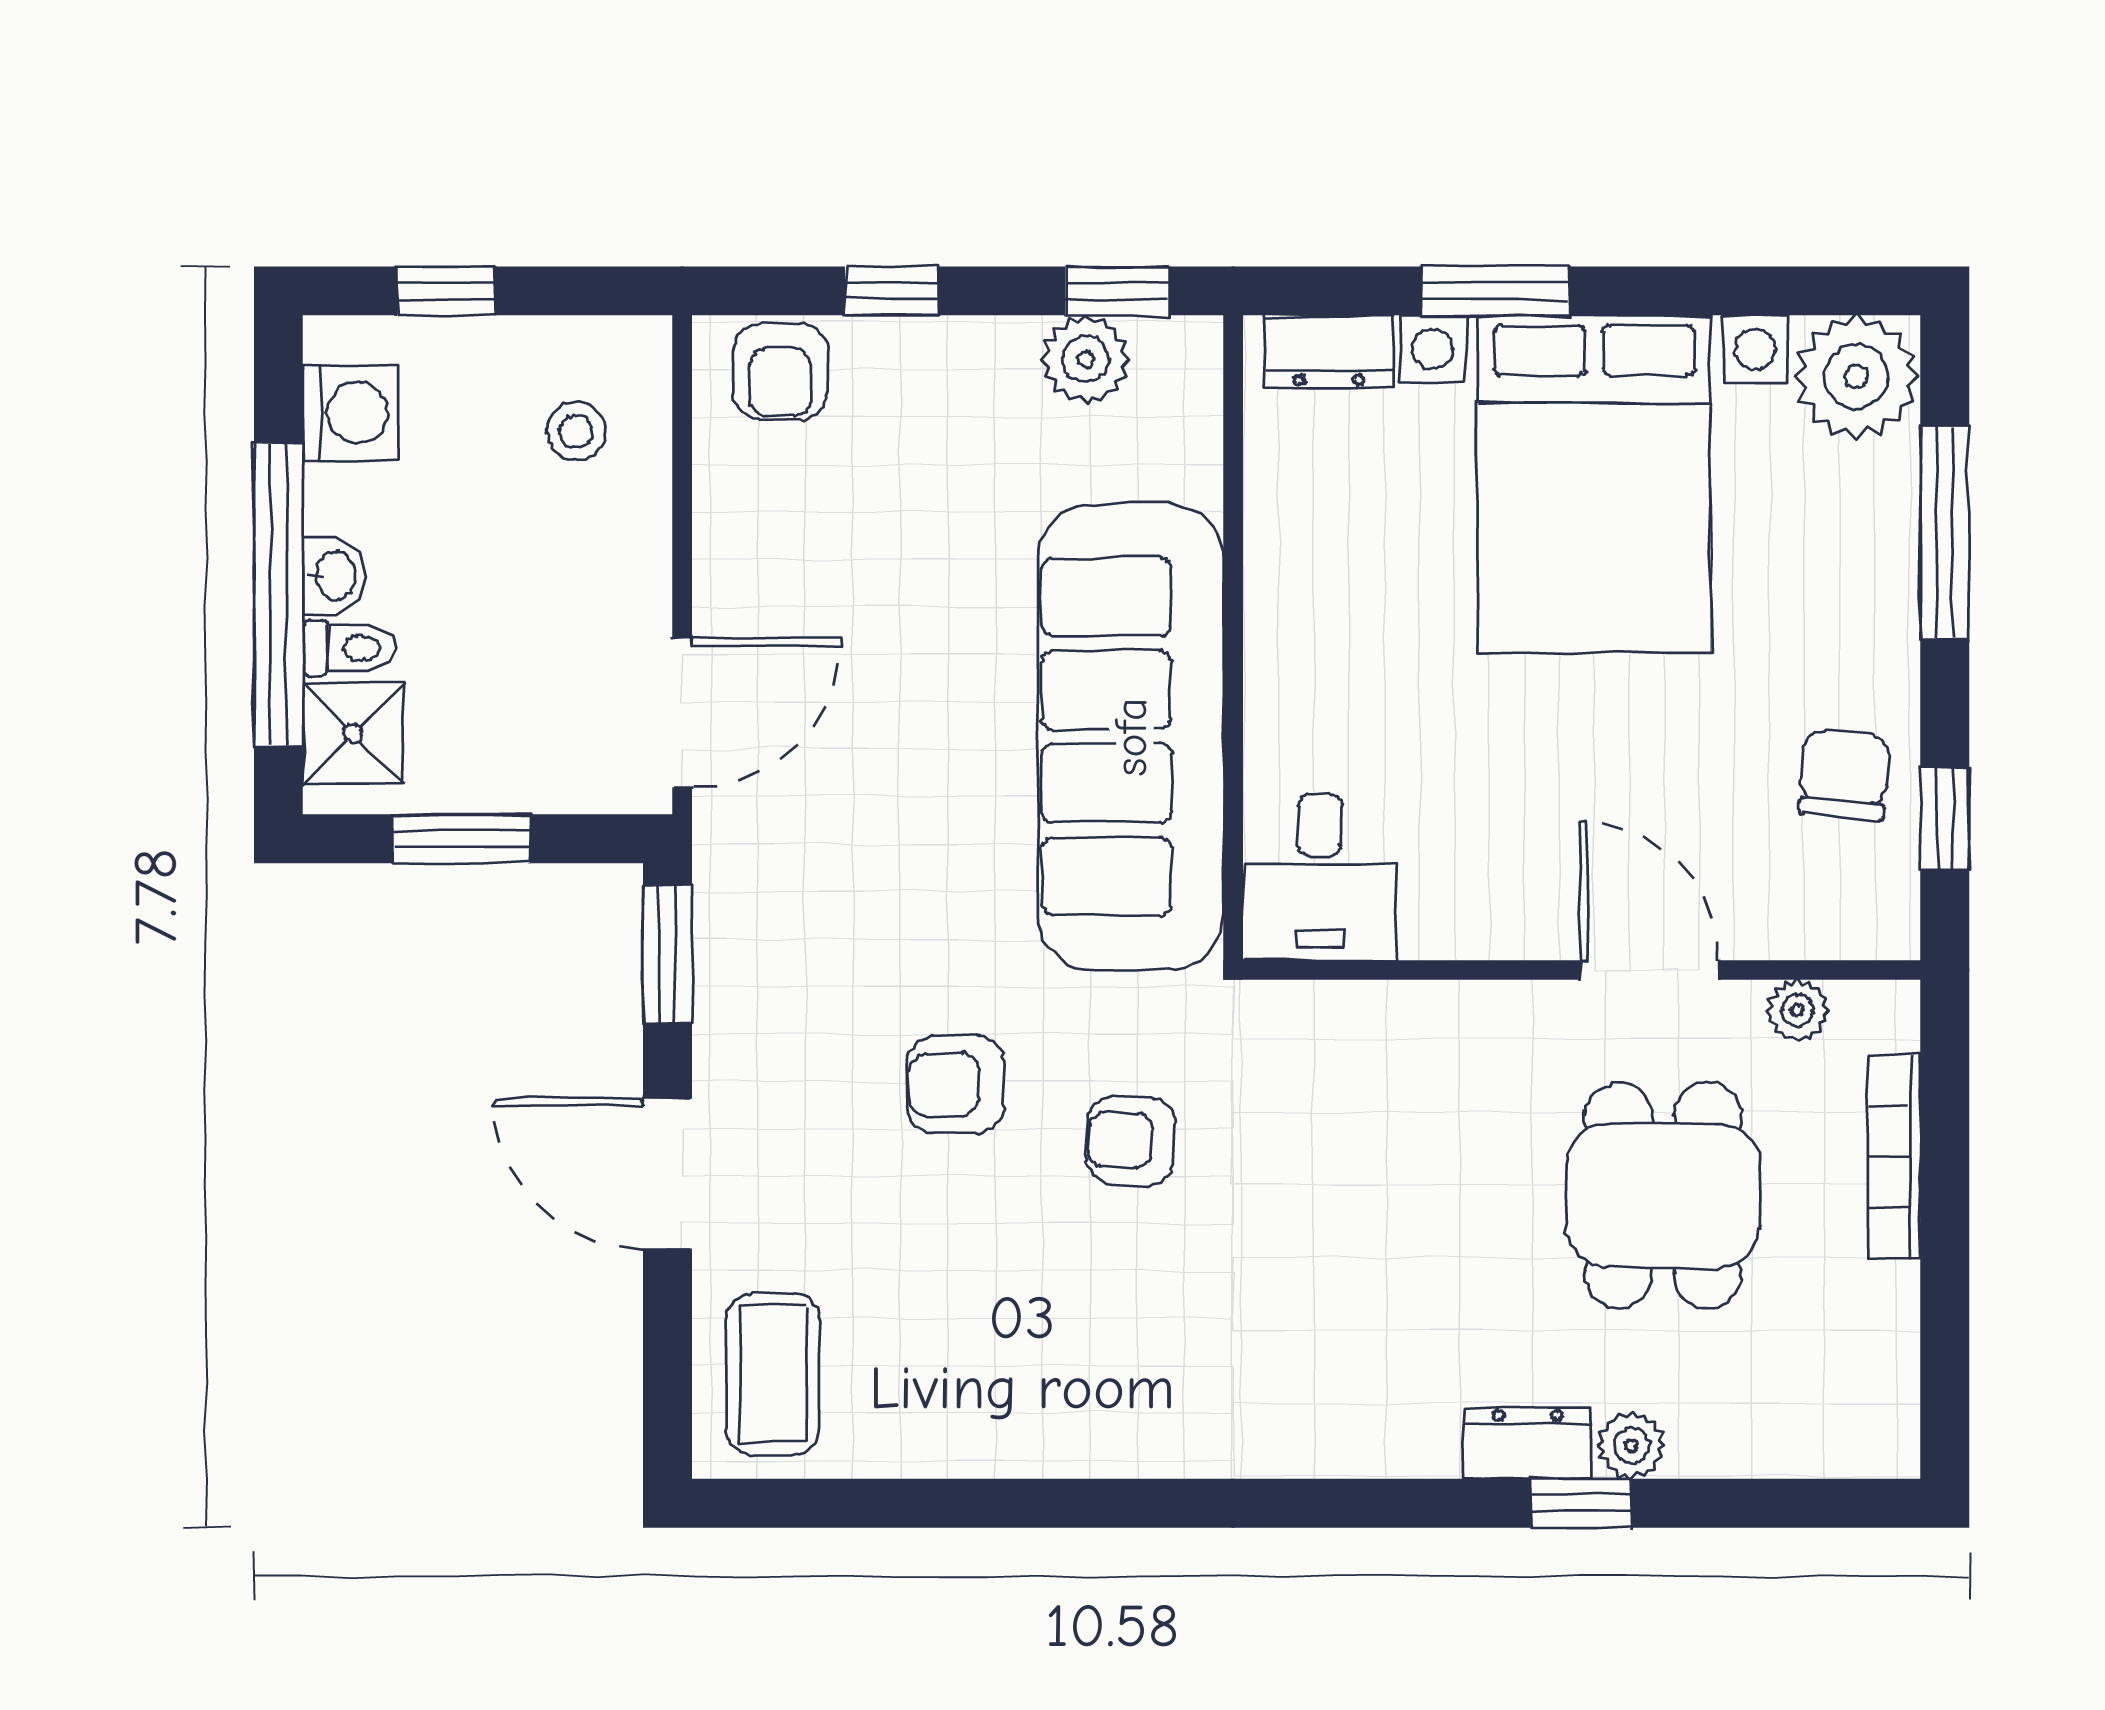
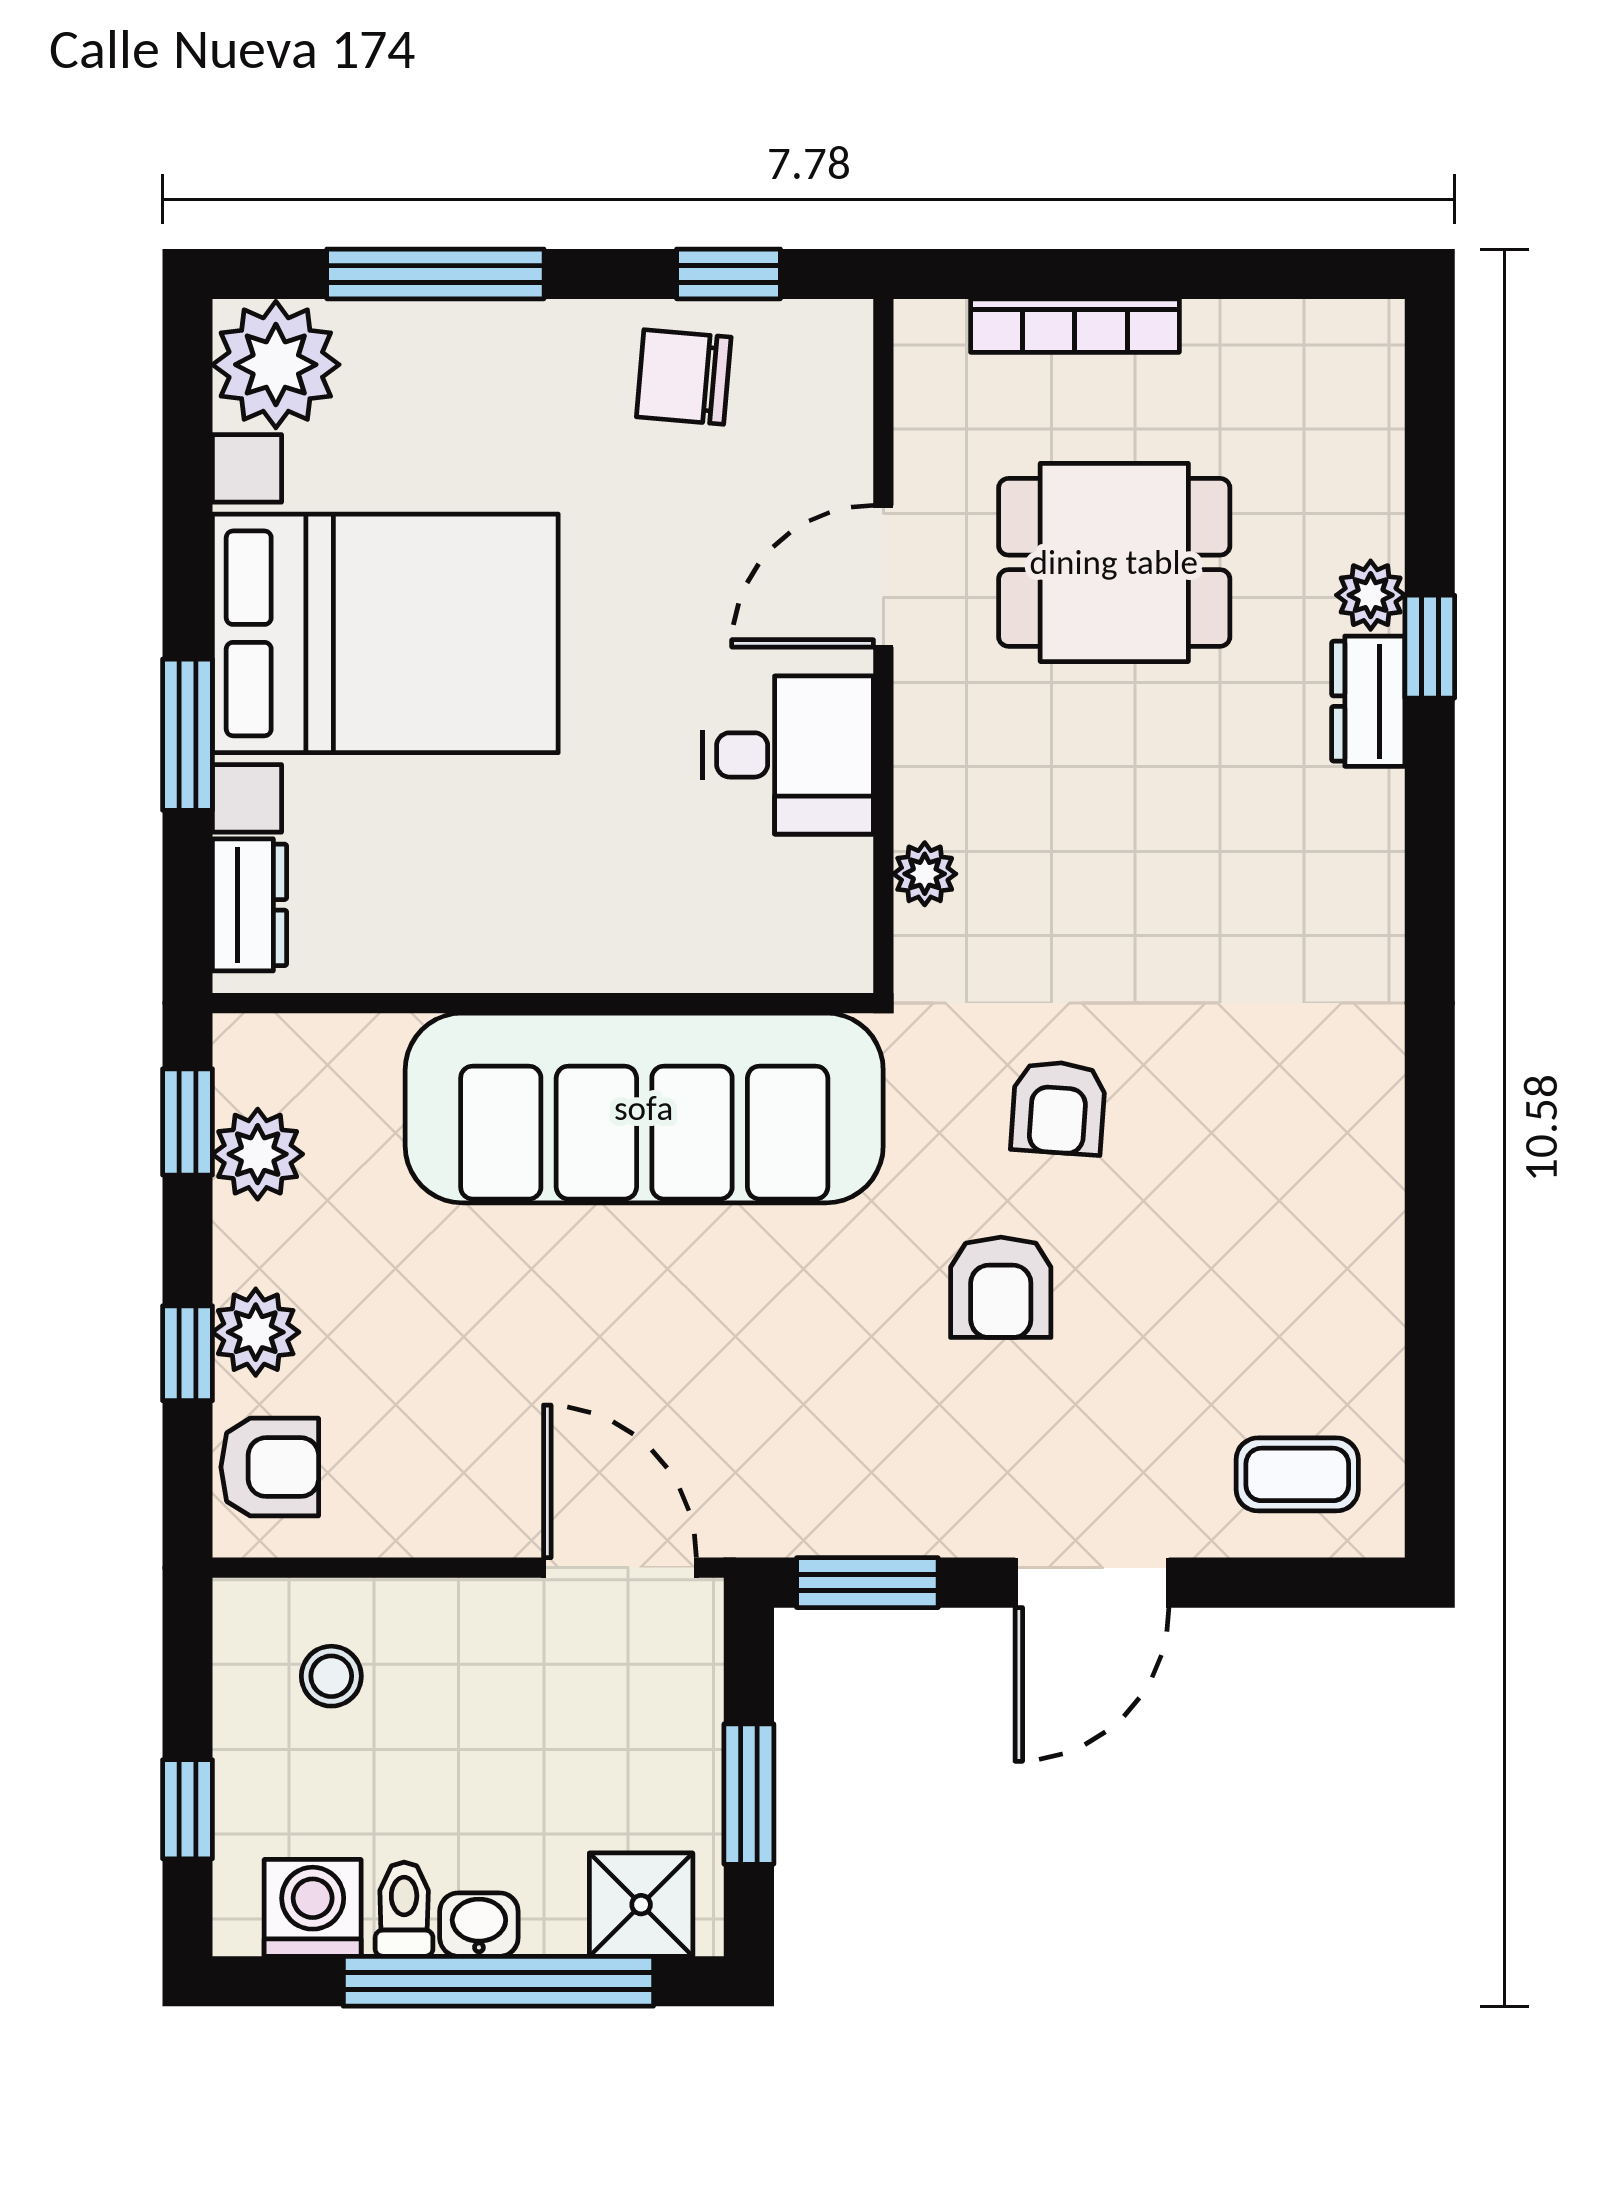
plant: (912, 357) -> (256, 1332), added
toilet: (349, 648) -> (404, 1909), moved
desk: (1320, 877) -> (788, 755), moved
plant: (1797, 1010) -> (925, 874), moved
coffee table: (773, 1374) -> (1297, 1474), width x0.73, depth x0.77

